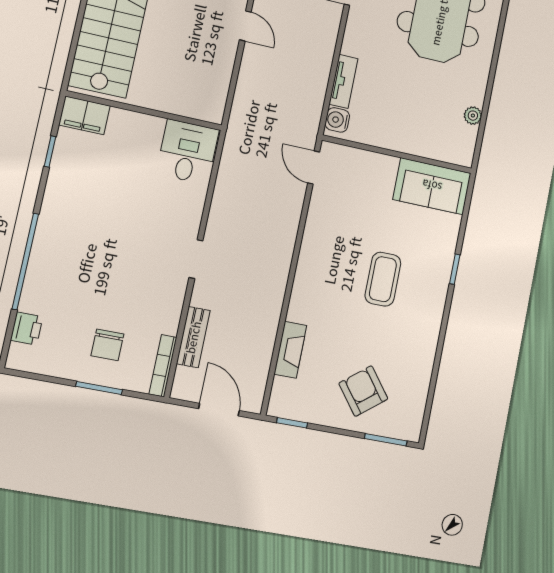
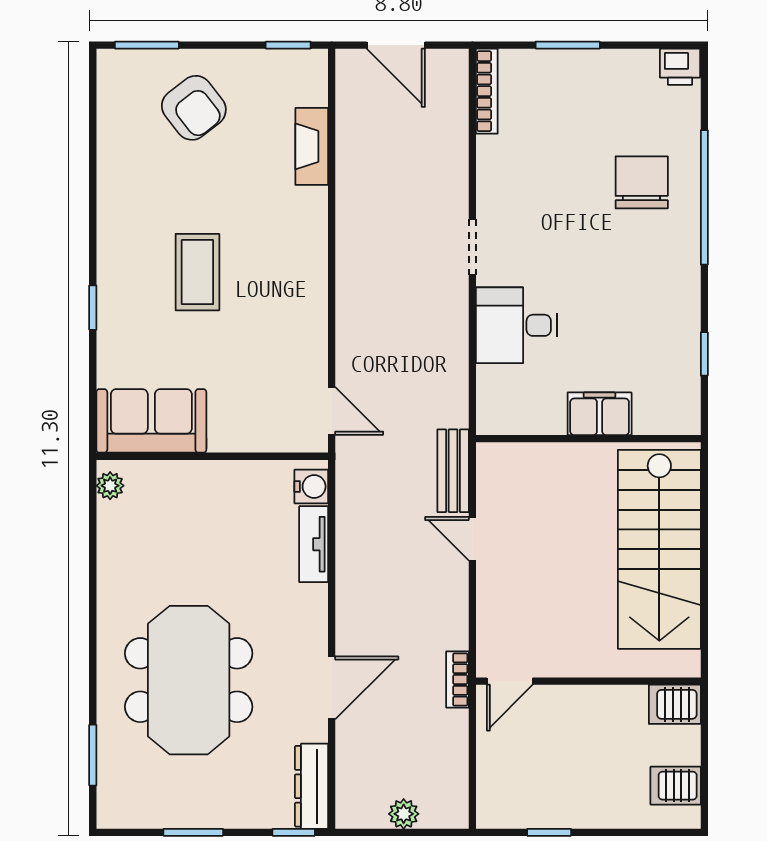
door: (245, 26) -> (472, 539), moved
filing cabinet: (84, 115) -> (600, 414), moved
plant: (473, 116) -> (110, 486), moved
desk: (188, 152) -> (517, 325), moved, turned 90
printer: (27, 328) -> (680, 67), moved, turned -90
bench: (193, 337) -> (453, 471), moved
chair: (107, 345) -> (642, 182), moved, width x1.37, depth x1.37

